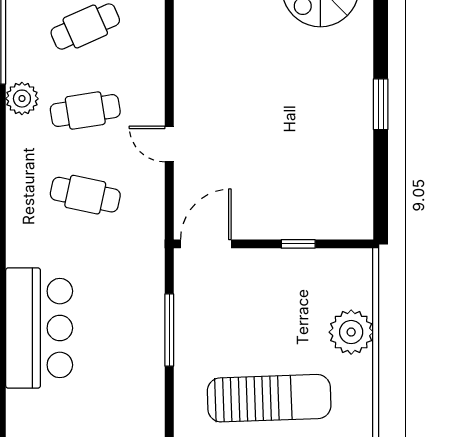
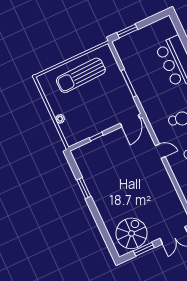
window: (381, 104) -> (84, 188), moved
plant: (351, 332) -> (60, 119), width x0.53, depth x0.53

